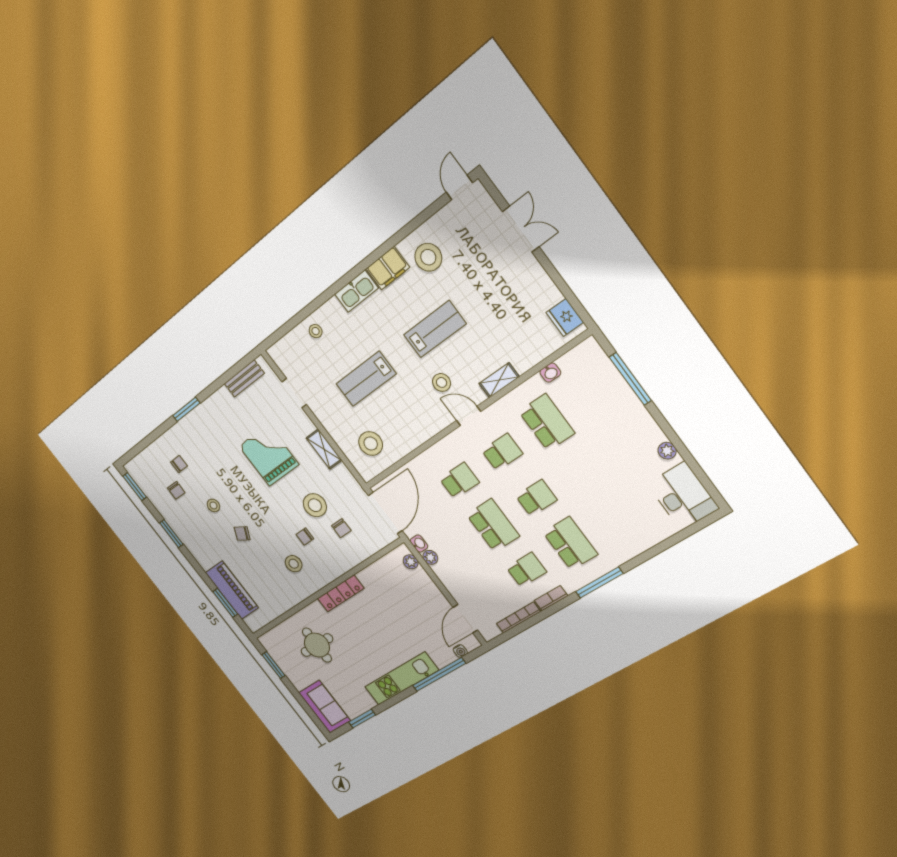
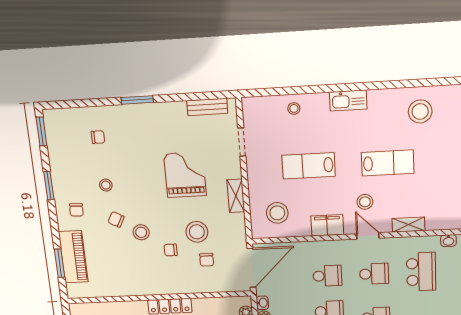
filing cabinet: (388, 268) -> (327, 225), moved, turned 180
chair: (176, 490) -> (76, 210), moved
stool: (294, 564) -> (141, 232), moved

